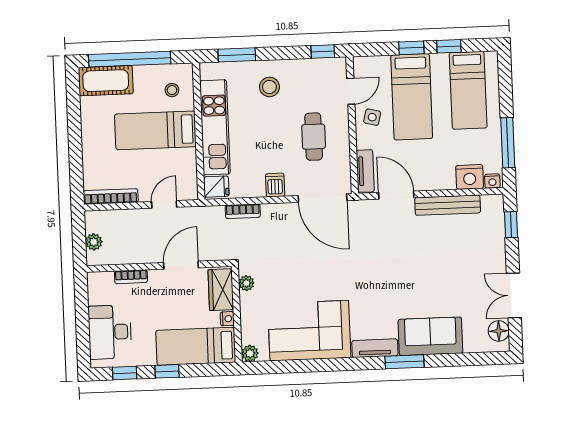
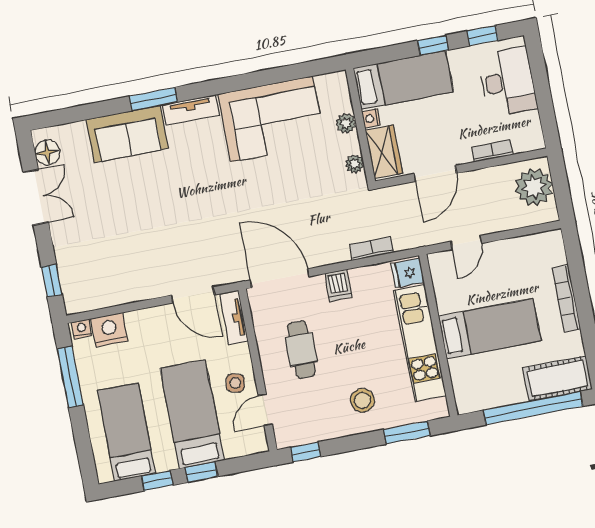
stool: (172, 90) -> (477, 379), removed
bookcase: (111, 196) -> (566, 298), moved, turned 90
bench: (448, 205) -> (130, 292), removed
plant: (94, 242) -> (534, 187), width x1.88, depth x1.88
plant: (250, 353) -> (346, 123), moved

